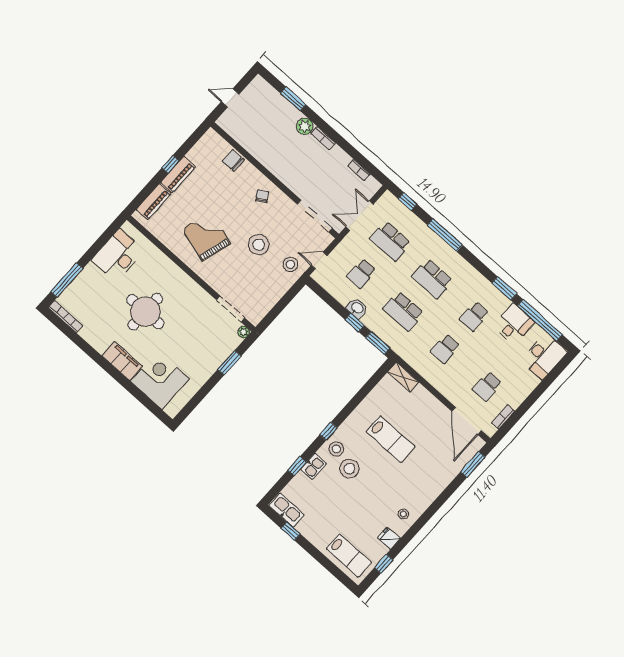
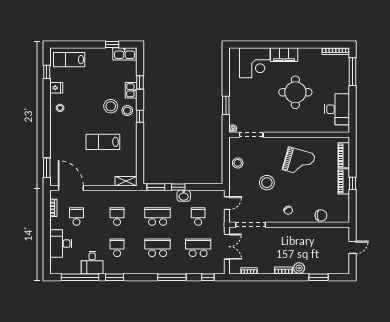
stool: (290, 264) -> (238, 163), moved
desk: (544, 356) -> (61, 244), moved

